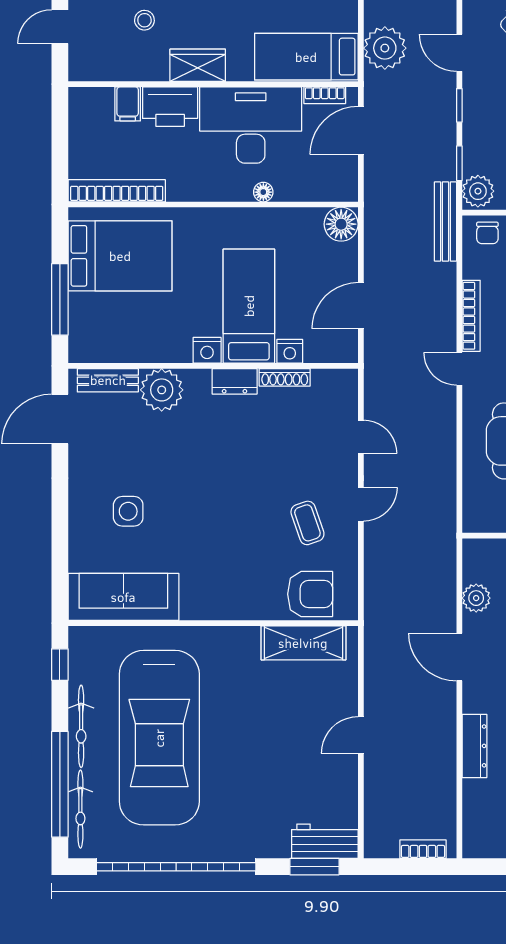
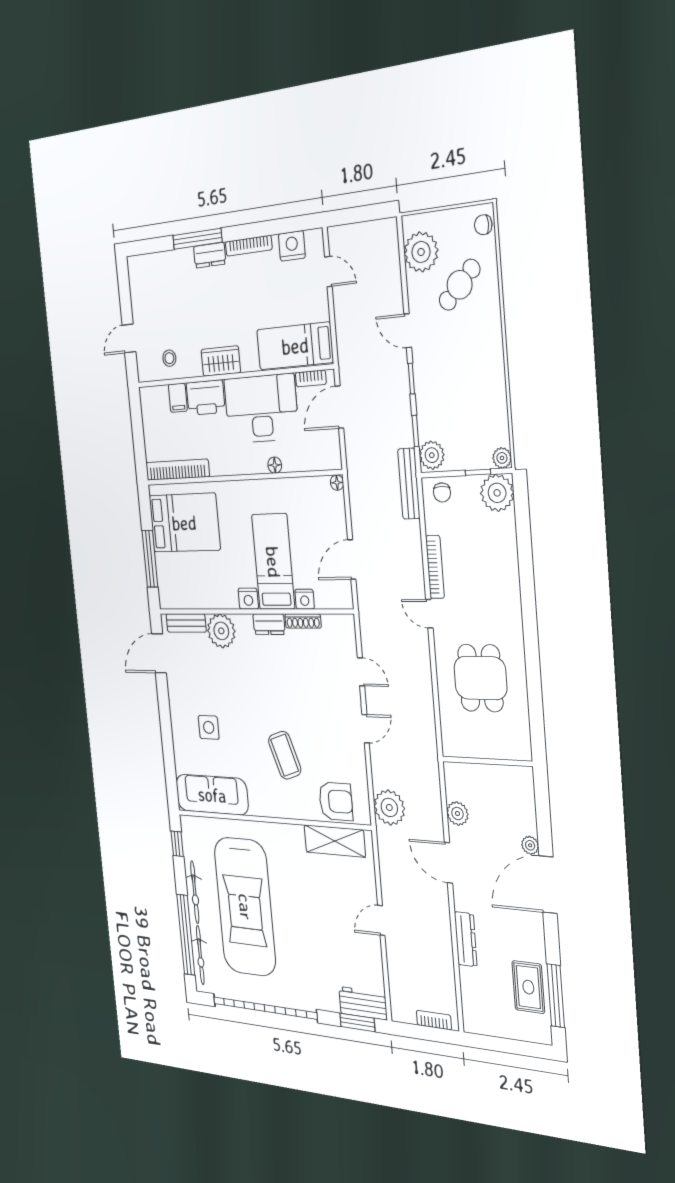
stool: (144, 20) -> (169, 358), moved
plant: (385, 48) -> (389, 807), moved
floor lamp: (341, 224) -> (337, 483), width x0.53, depth x0.53
coffee table: (307, 523) -> (285, 755), moved, width x1.36, depth x1.30

